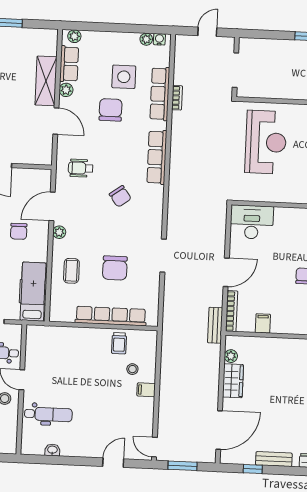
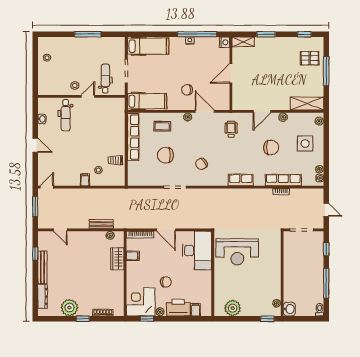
window: (266, 34) -> (326, 249), added
row of seats: (69, 64) -> (301, 118), removed
side table: (124, 77) -> (305, 143), moved
shelving: (46, 81) -> (307, 103), moved
reception desk: (266, 142) -> (237, 252), moved
row of seats: (157, 157) -> (241, 180), width x0.68
chair: (120, 196) -> (201, 164), moved
desk: (252, 222) -> (197, 250), width x1.36, depth x1.30
row of seats: (111, 316) -> (133, 137), moved
bench: (215, 325) -> (101, 224), moved
wardrobe: (233, 381) -> (117, 259), moved, turned 90
door: (219, 430) -> (60, 230), width x0.53
bench: (274, 459) -> (42, 267), width x1.36
door: (113, 463) -> (35, 145), moved

